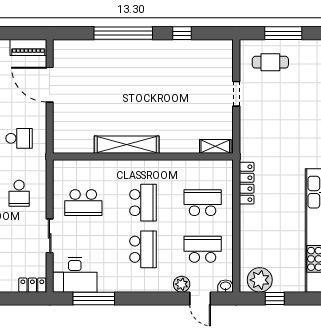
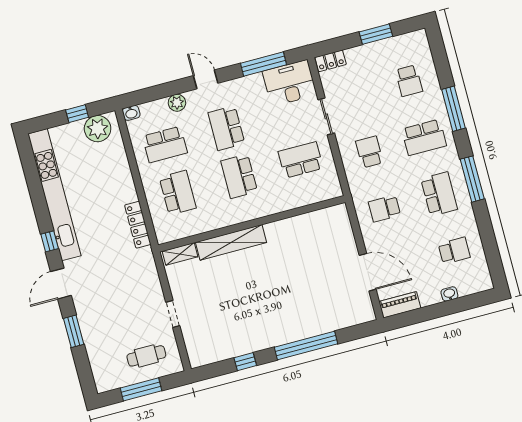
shelving: (127, 145) -> (231, 242), moved
school desk: (203, 203) -> (178, 193), turned -90
door: (200, 298) -> (206, 79), moved

